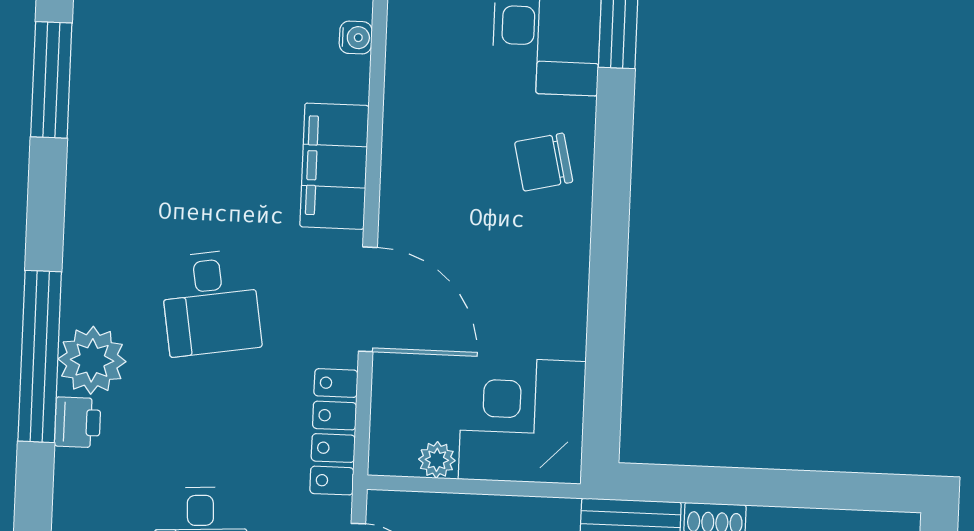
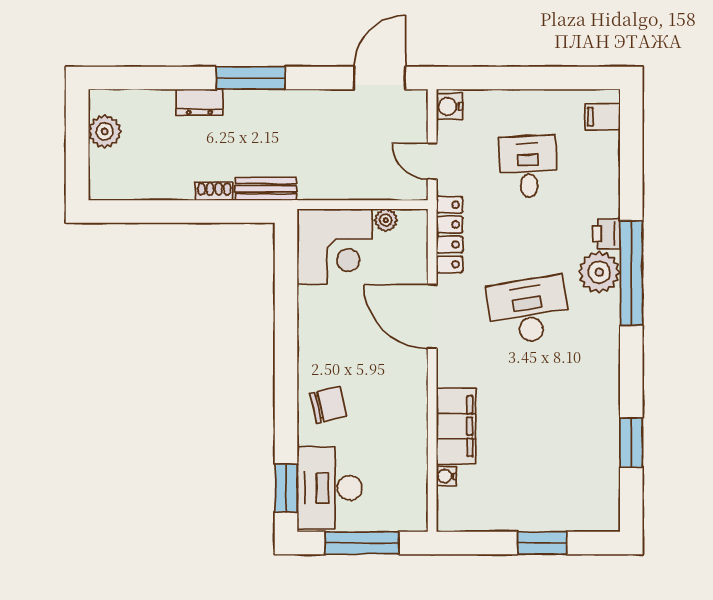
window: (51, 80) -> (631, 443), width x0.69
filing cabinet: (334, 166) -> (456, 426), moved
desk: (211, 303) -> (528, 310), width x1.37

